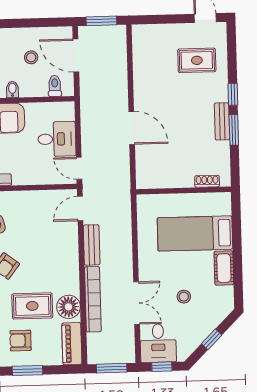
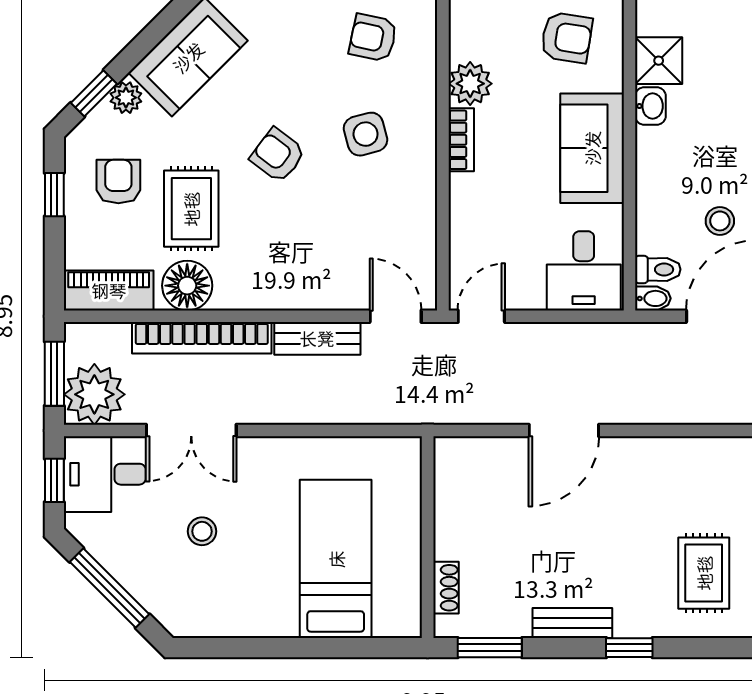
bidet: (12, 89) -> (653, 298), moved
window: (234, 130) -> (490, 648), moved
desk: (57, 139) -> (584, 271), moved
cot: (224, 268) -> (260, 618), removed
window: (212, 339) -> (109, 588), width x2.17
plant: (121, 349) -> (94, 394), added
window: (28, 370) -> (54, 195), width x0.67

